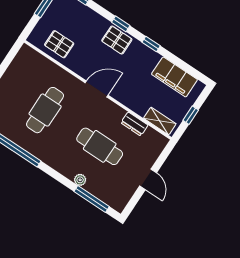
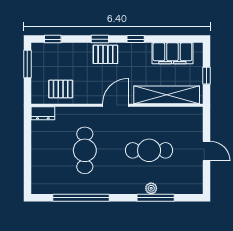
shelving: (160, 121) -> (167, 95), width x2.20, depth x1.33
dresser: (134, 124) -> (43, 113), moved
window: (92, 199) -> (156, 198), moved

